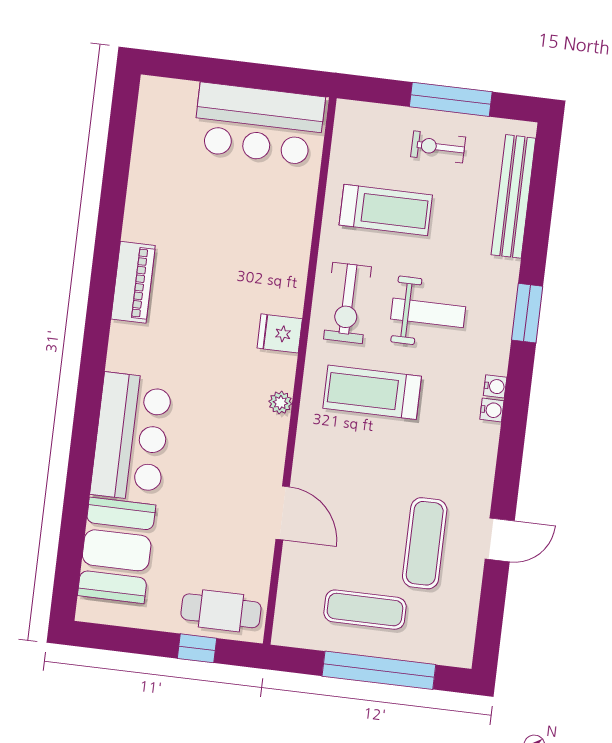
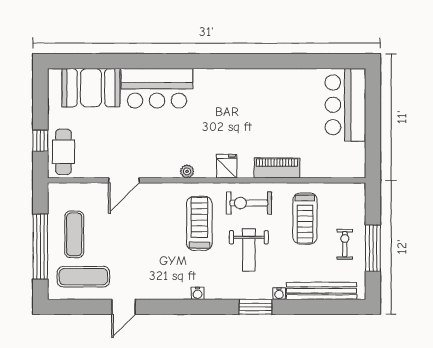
bar counter: (259, 124) -> (345, 105), moved
piano: (133, 282) -> (277, 168), moved, turned 180
water cooler: (495, 386) -> (279, 293), moved
door: (500, 540) -> (124, 307), hinge flipped
exercise mat: (425, 543) -> (83, 277), moved

